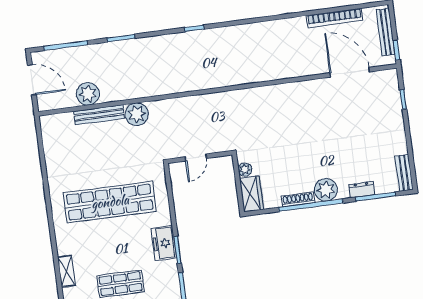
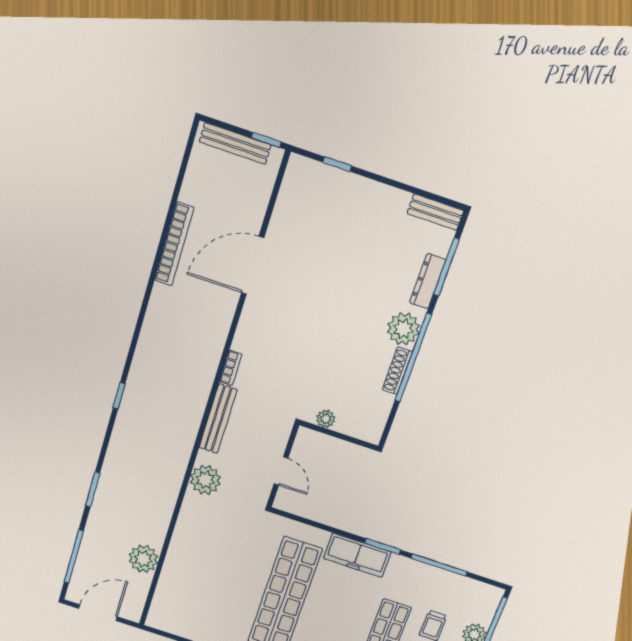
bookcase: (335, 18) -> (174, 244), moved
door: (350, 72) -> (253, 265), moved
bookcase: (248, 93) -> (231, 368), added
plant: (137, 114) -> (205, 480), moved
bench: (99, 115) -> (218, 419), moved
dresser: (362, 190) -> (428, 281), width x1.44
wardrobe: (251, 194) -> (360, 425), removed
freezer: (164, 243) -> (357, 555), width x1.40

